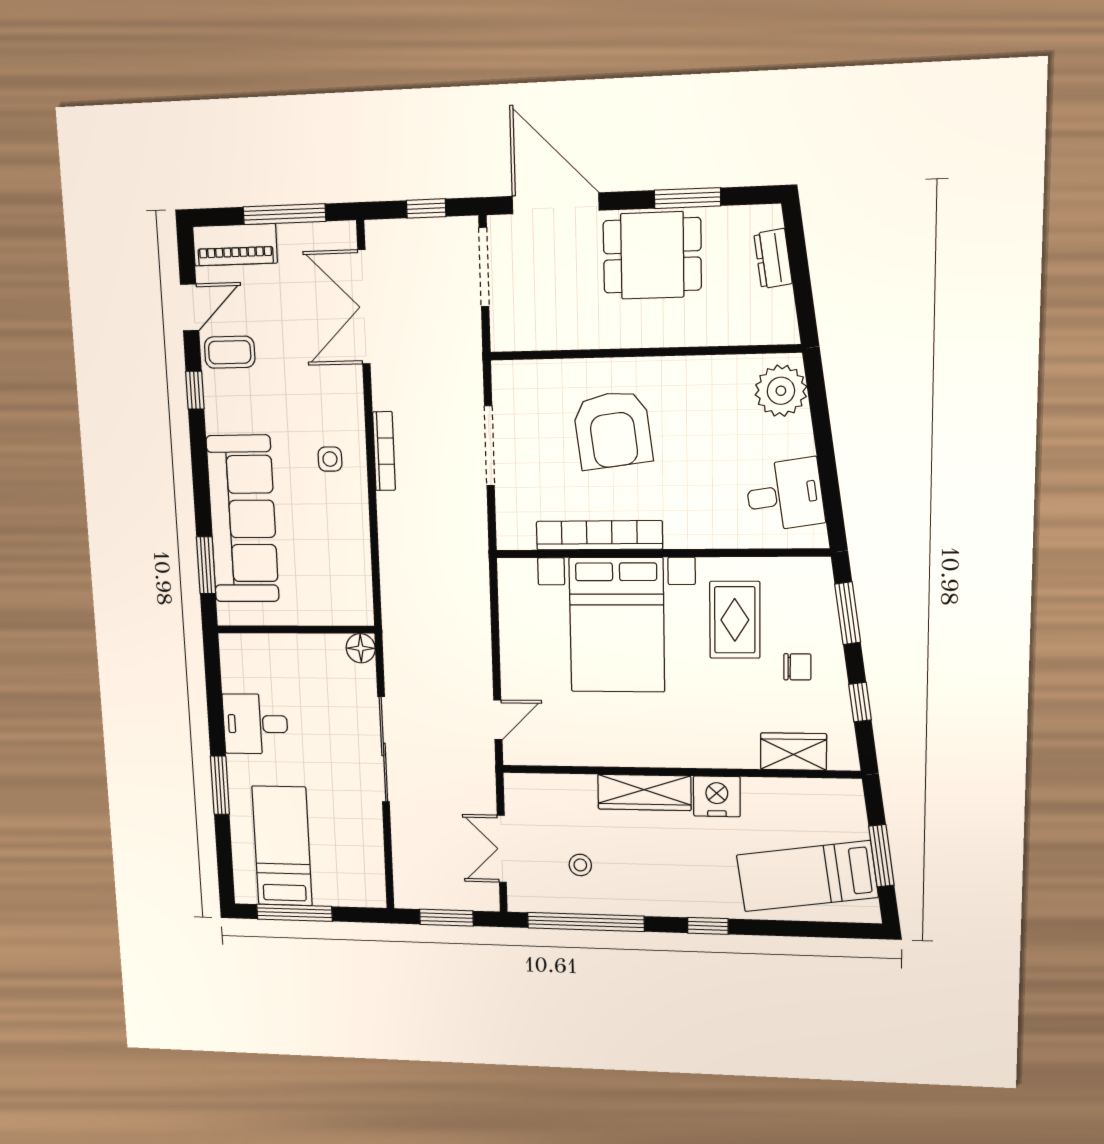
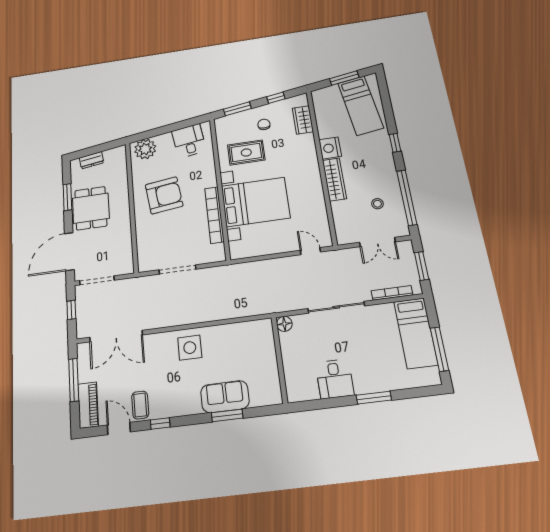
armchair: (613, 430) -> (164, 195), moved
bookcase: (384, 451) -> (392, 293), moved
side table: (330, 459) -> (190, 348), width x1.87, depth x1.87
sofa: (243, 519) -> (225, 397), width x0.54, depth x0.79
window: (206, 565) -> (227, 415), moved
bed: (282, 846) -> (416, 333), moved, turned -90

